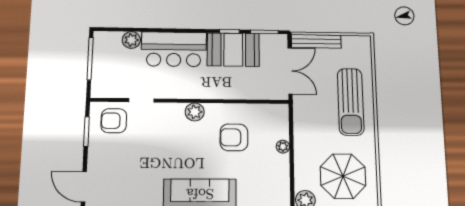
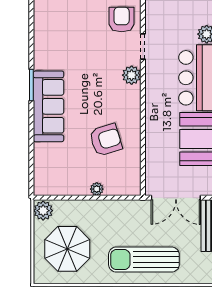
plant: (195, 112) -> (132, 75), moved
armchair: (234, 137) -> (106, 140), turned 73

